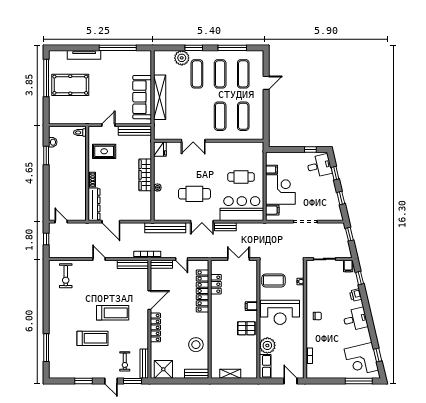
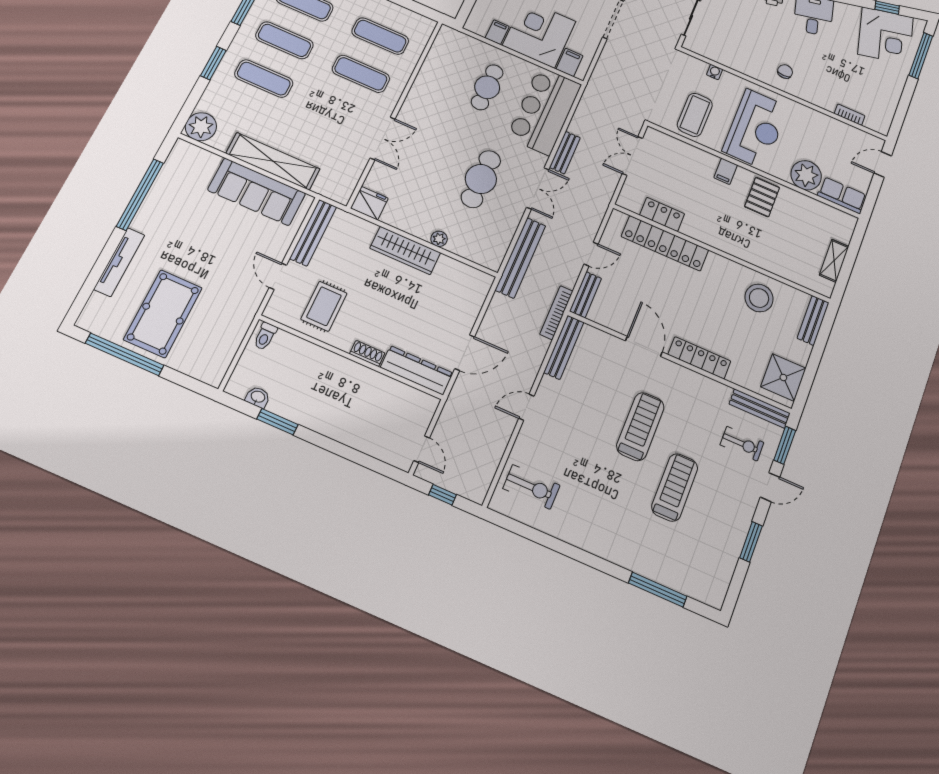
plant: (182, 58) -> (201, 127), moved
door: (61, 222) -> (422, 449), swing flipped

